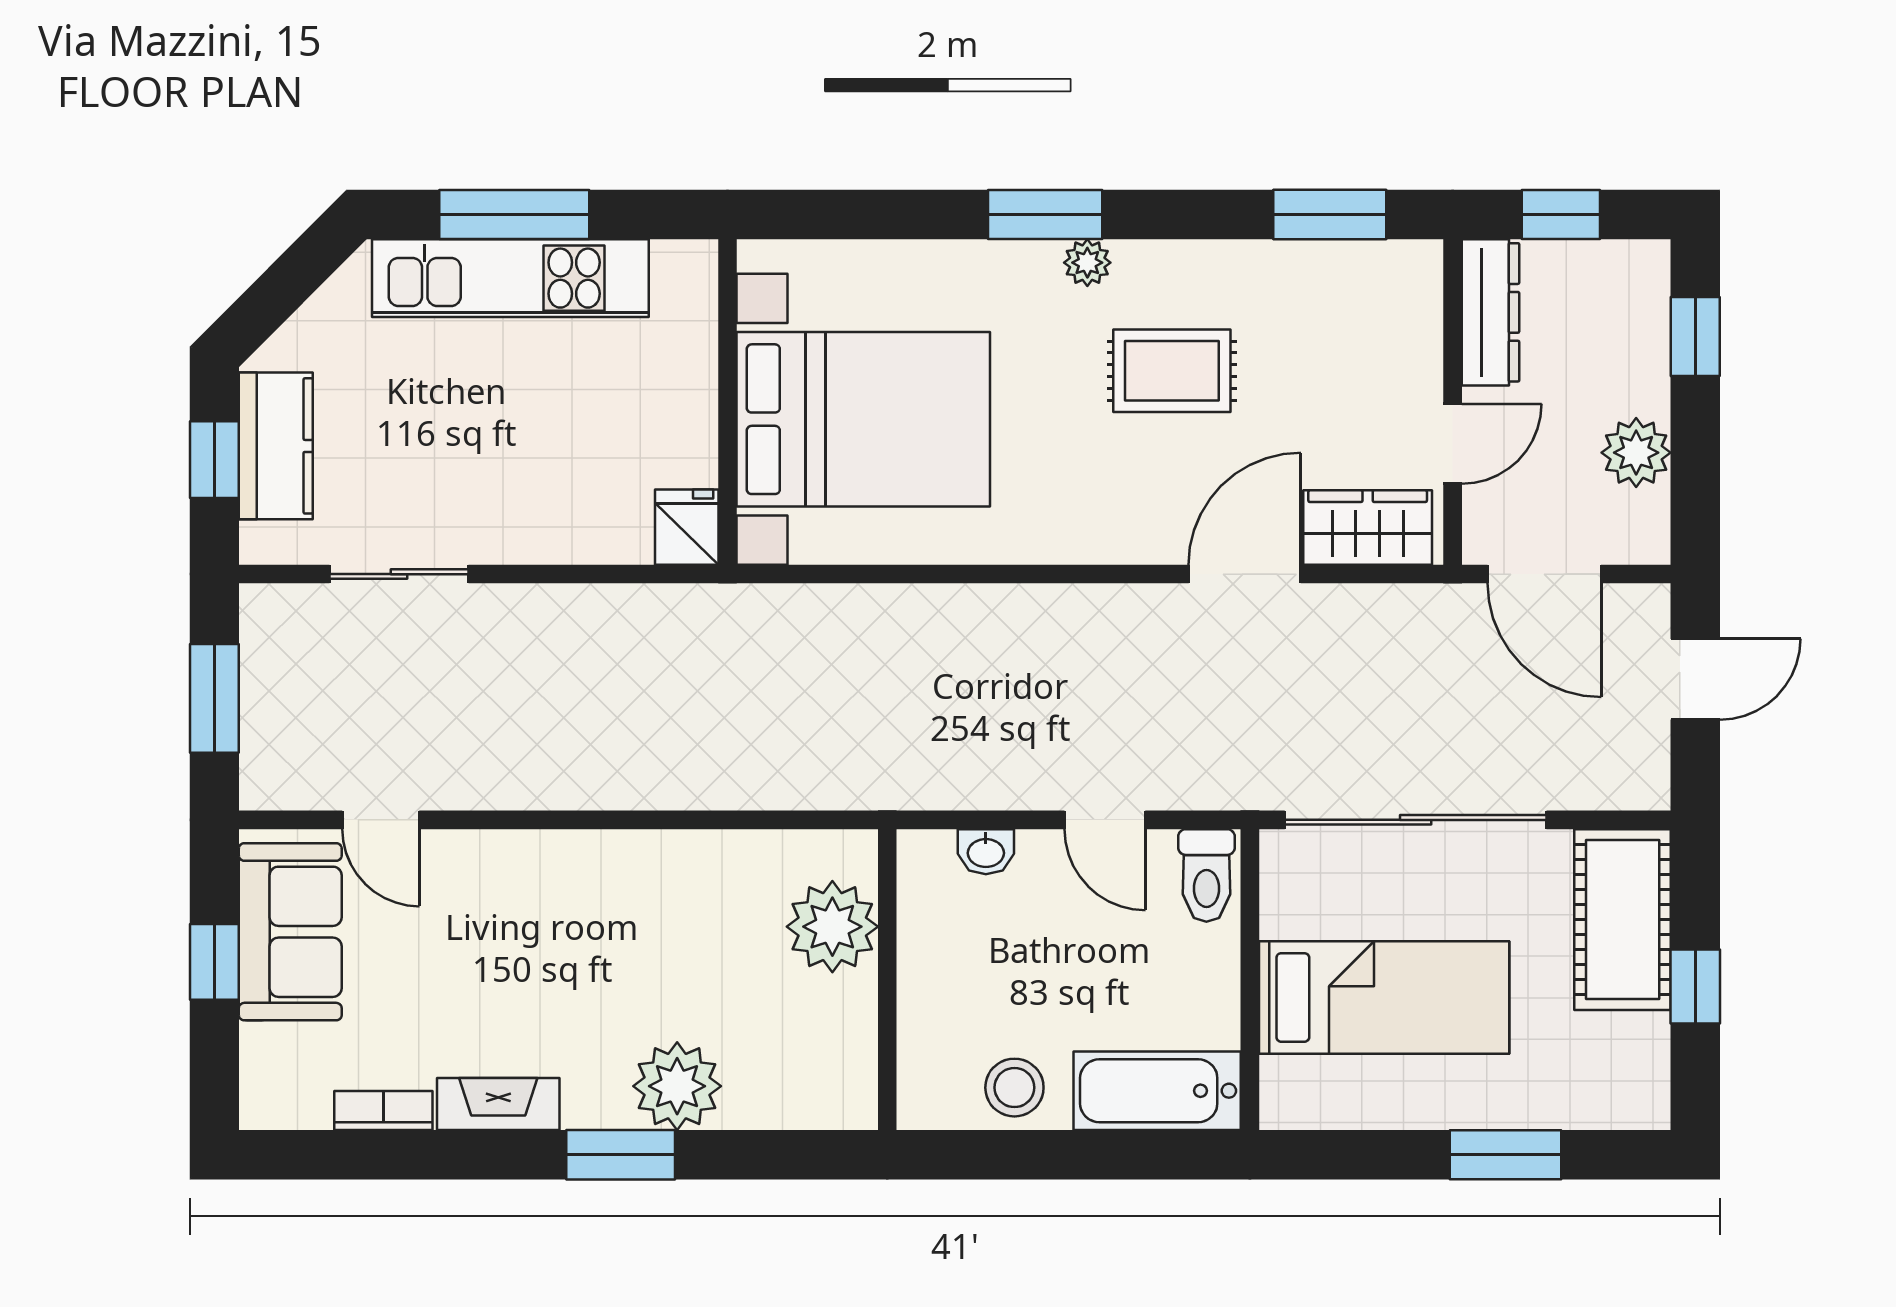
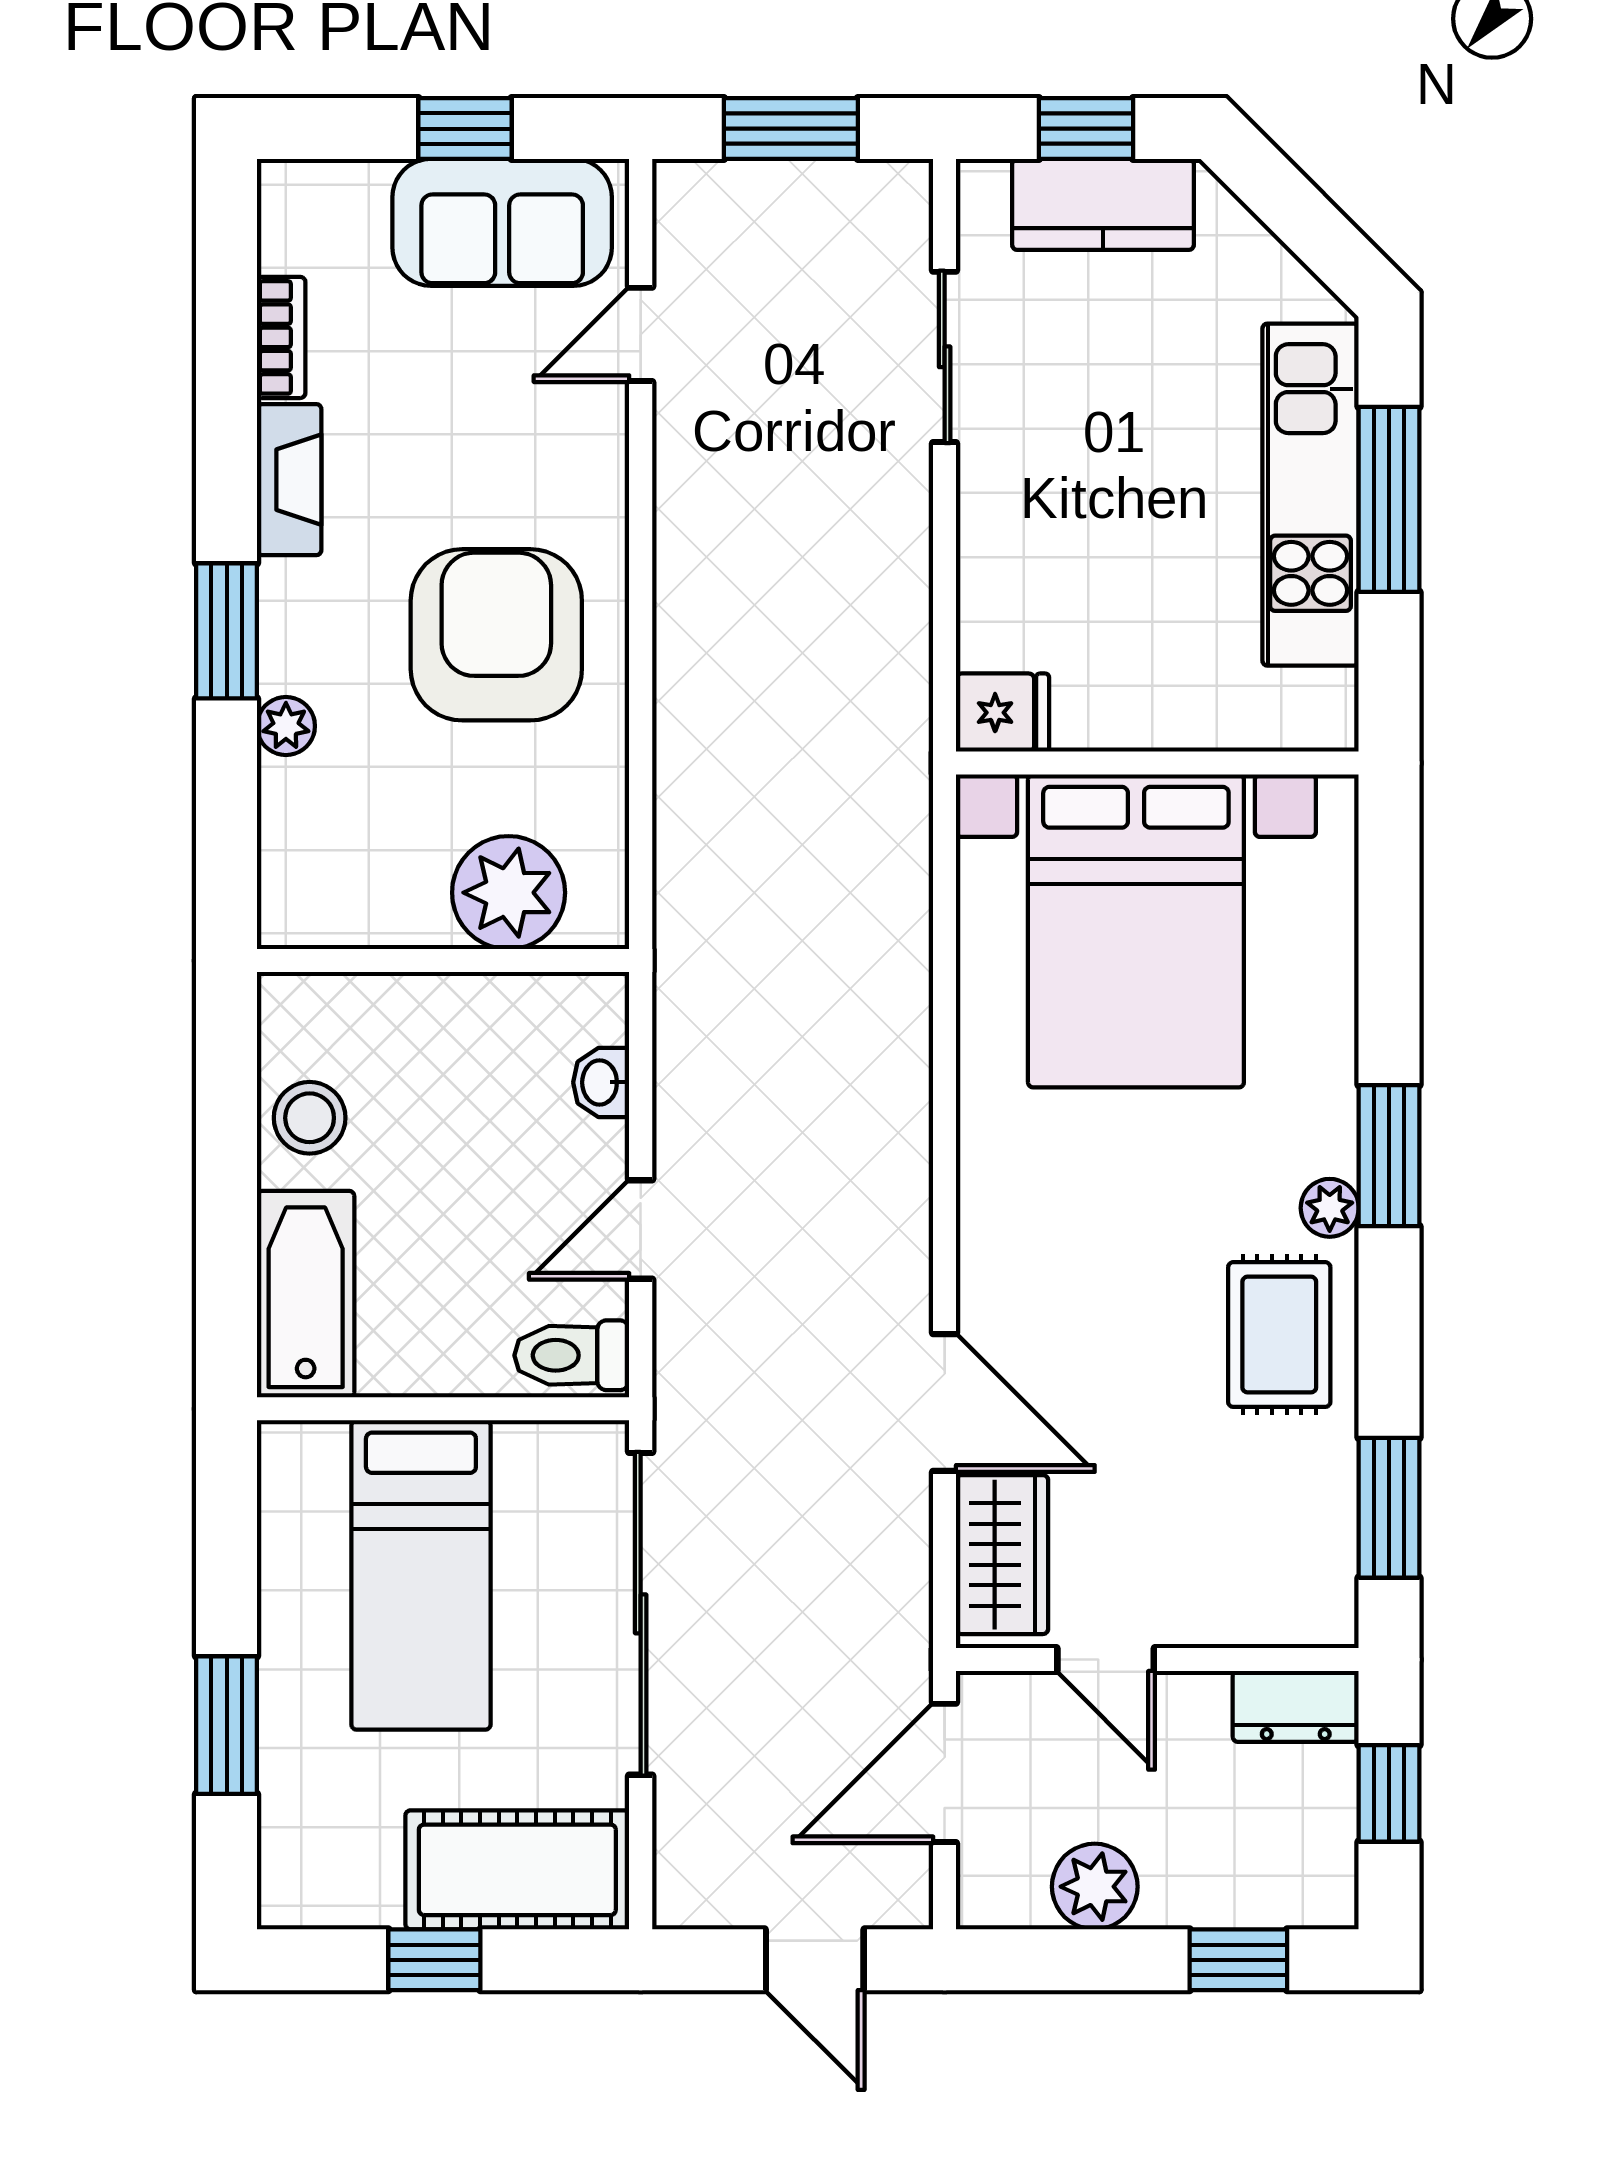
dresser: (1490, 312) -> (1296, 1706), width x0.70
rug: (1172, 371) -> (1279, 1335), moved
armchair: (624, 937) -> (496, 635), added
plant: (677, 1086) -> (286, 726), width x0.53, depth x0.53

